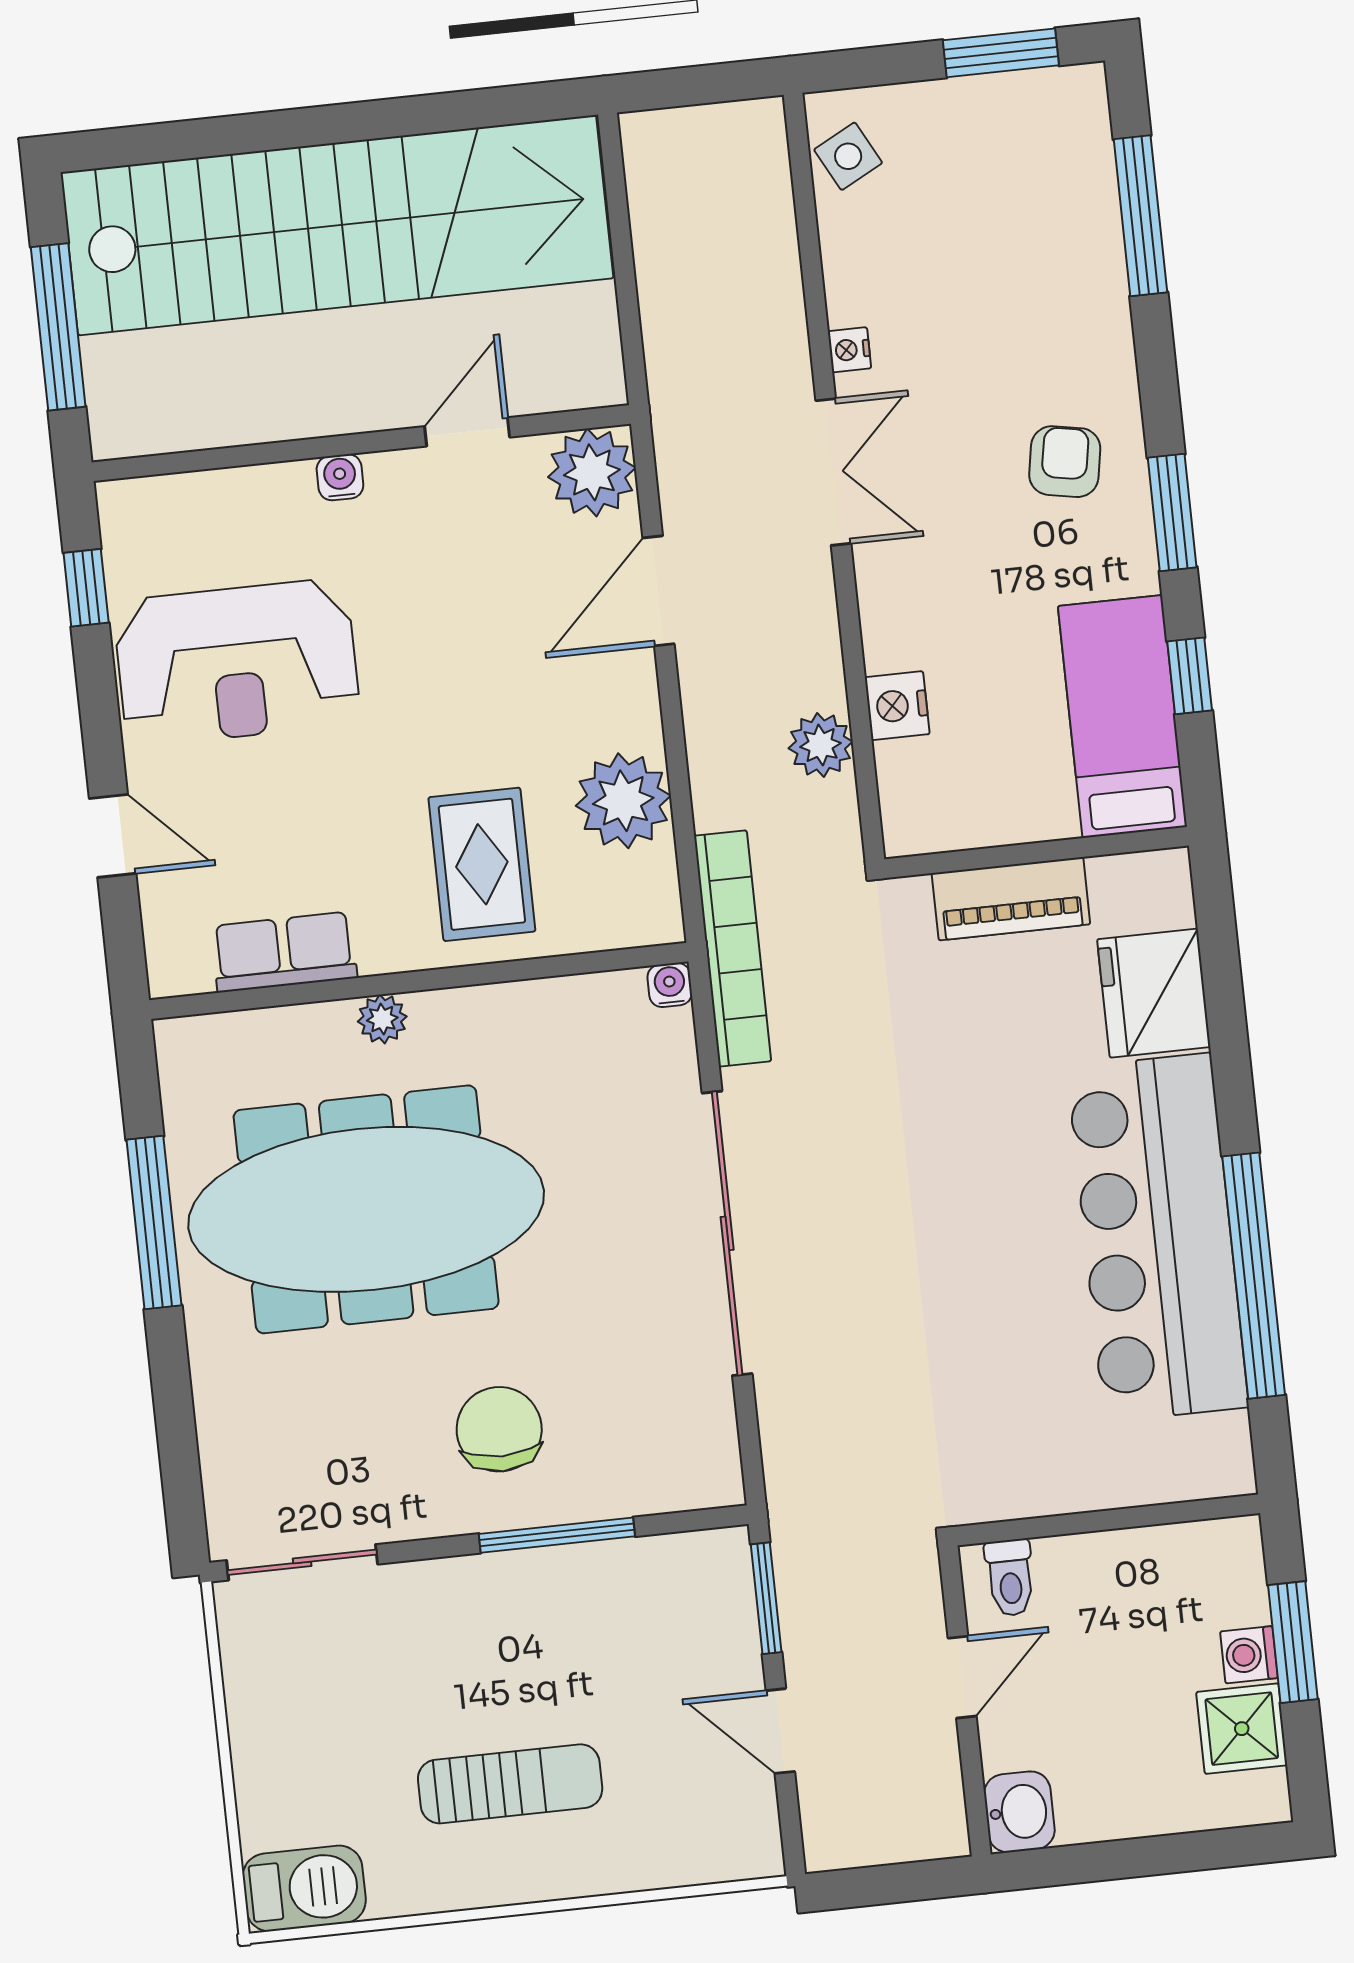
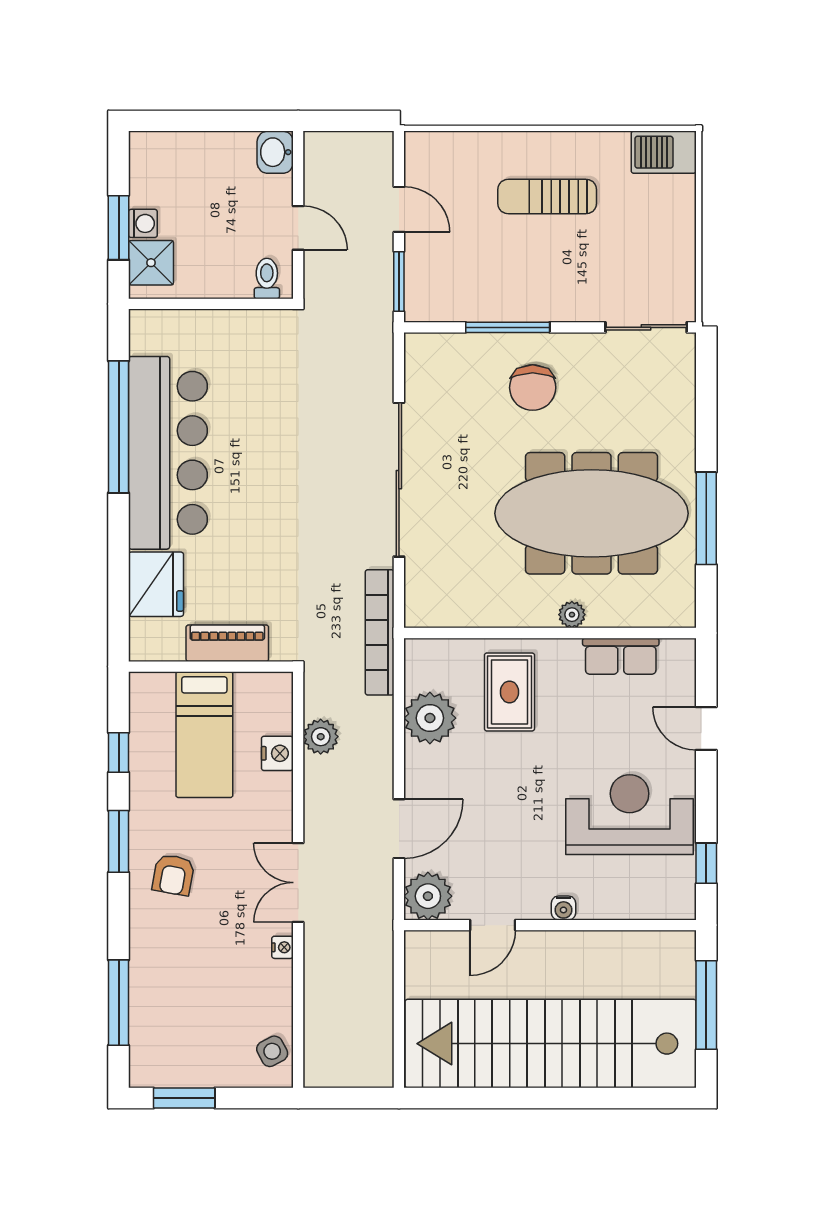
bed: (1122, 716) -> (204, 735), moved
water cooler: (670, 985) -> (416, 616), removed
door: (962, 1677) -> (298, 228), swing flipped
shower: (1242, 1729) -> (151, 263), moved

